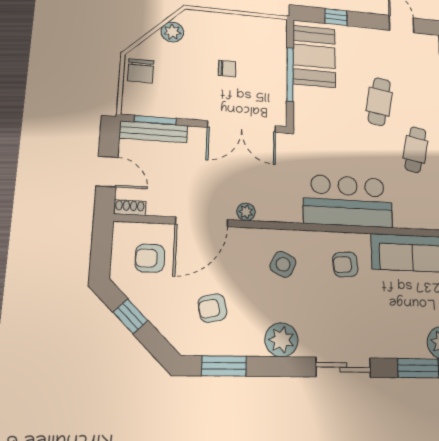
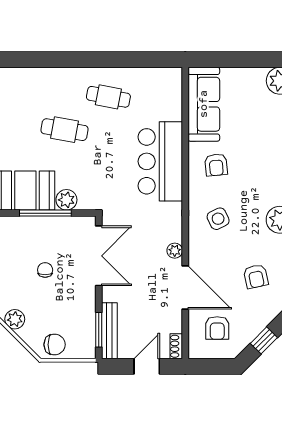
plant: (304, 97) -> (66, 200), added
side table: (283, 264) -> (218, 219), turned 38

